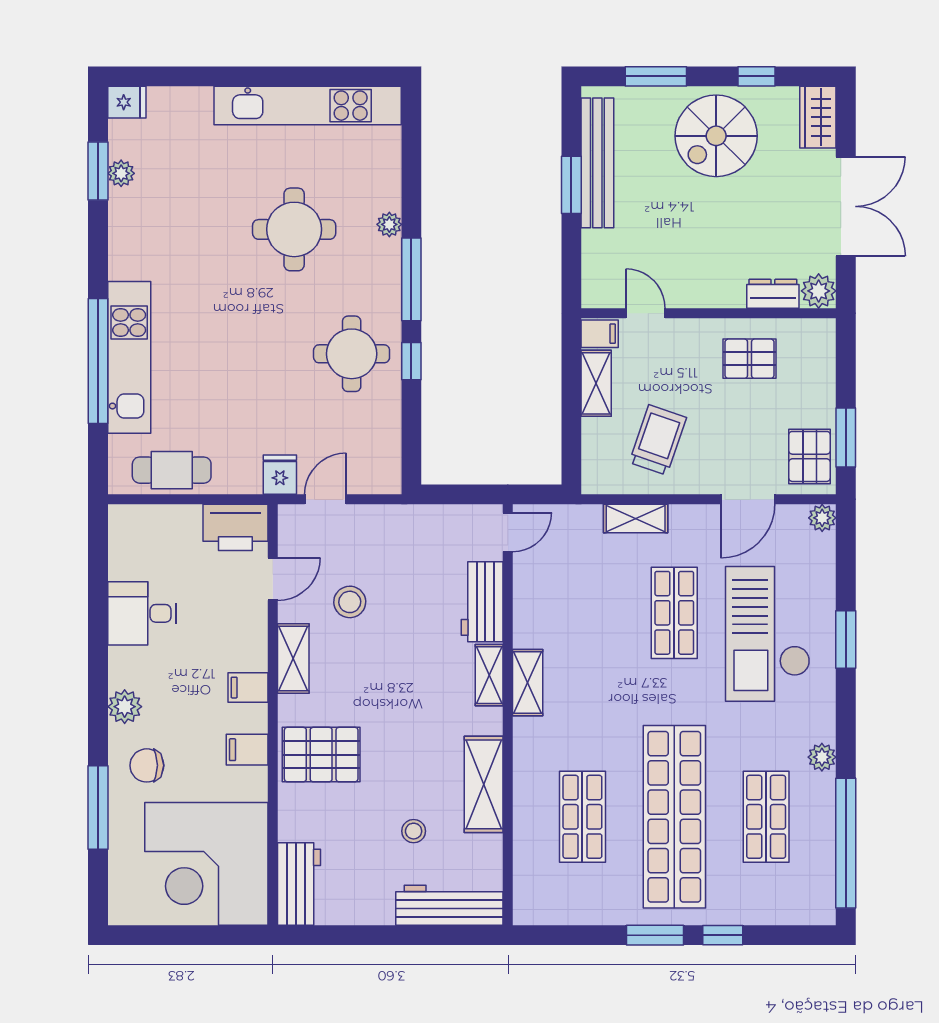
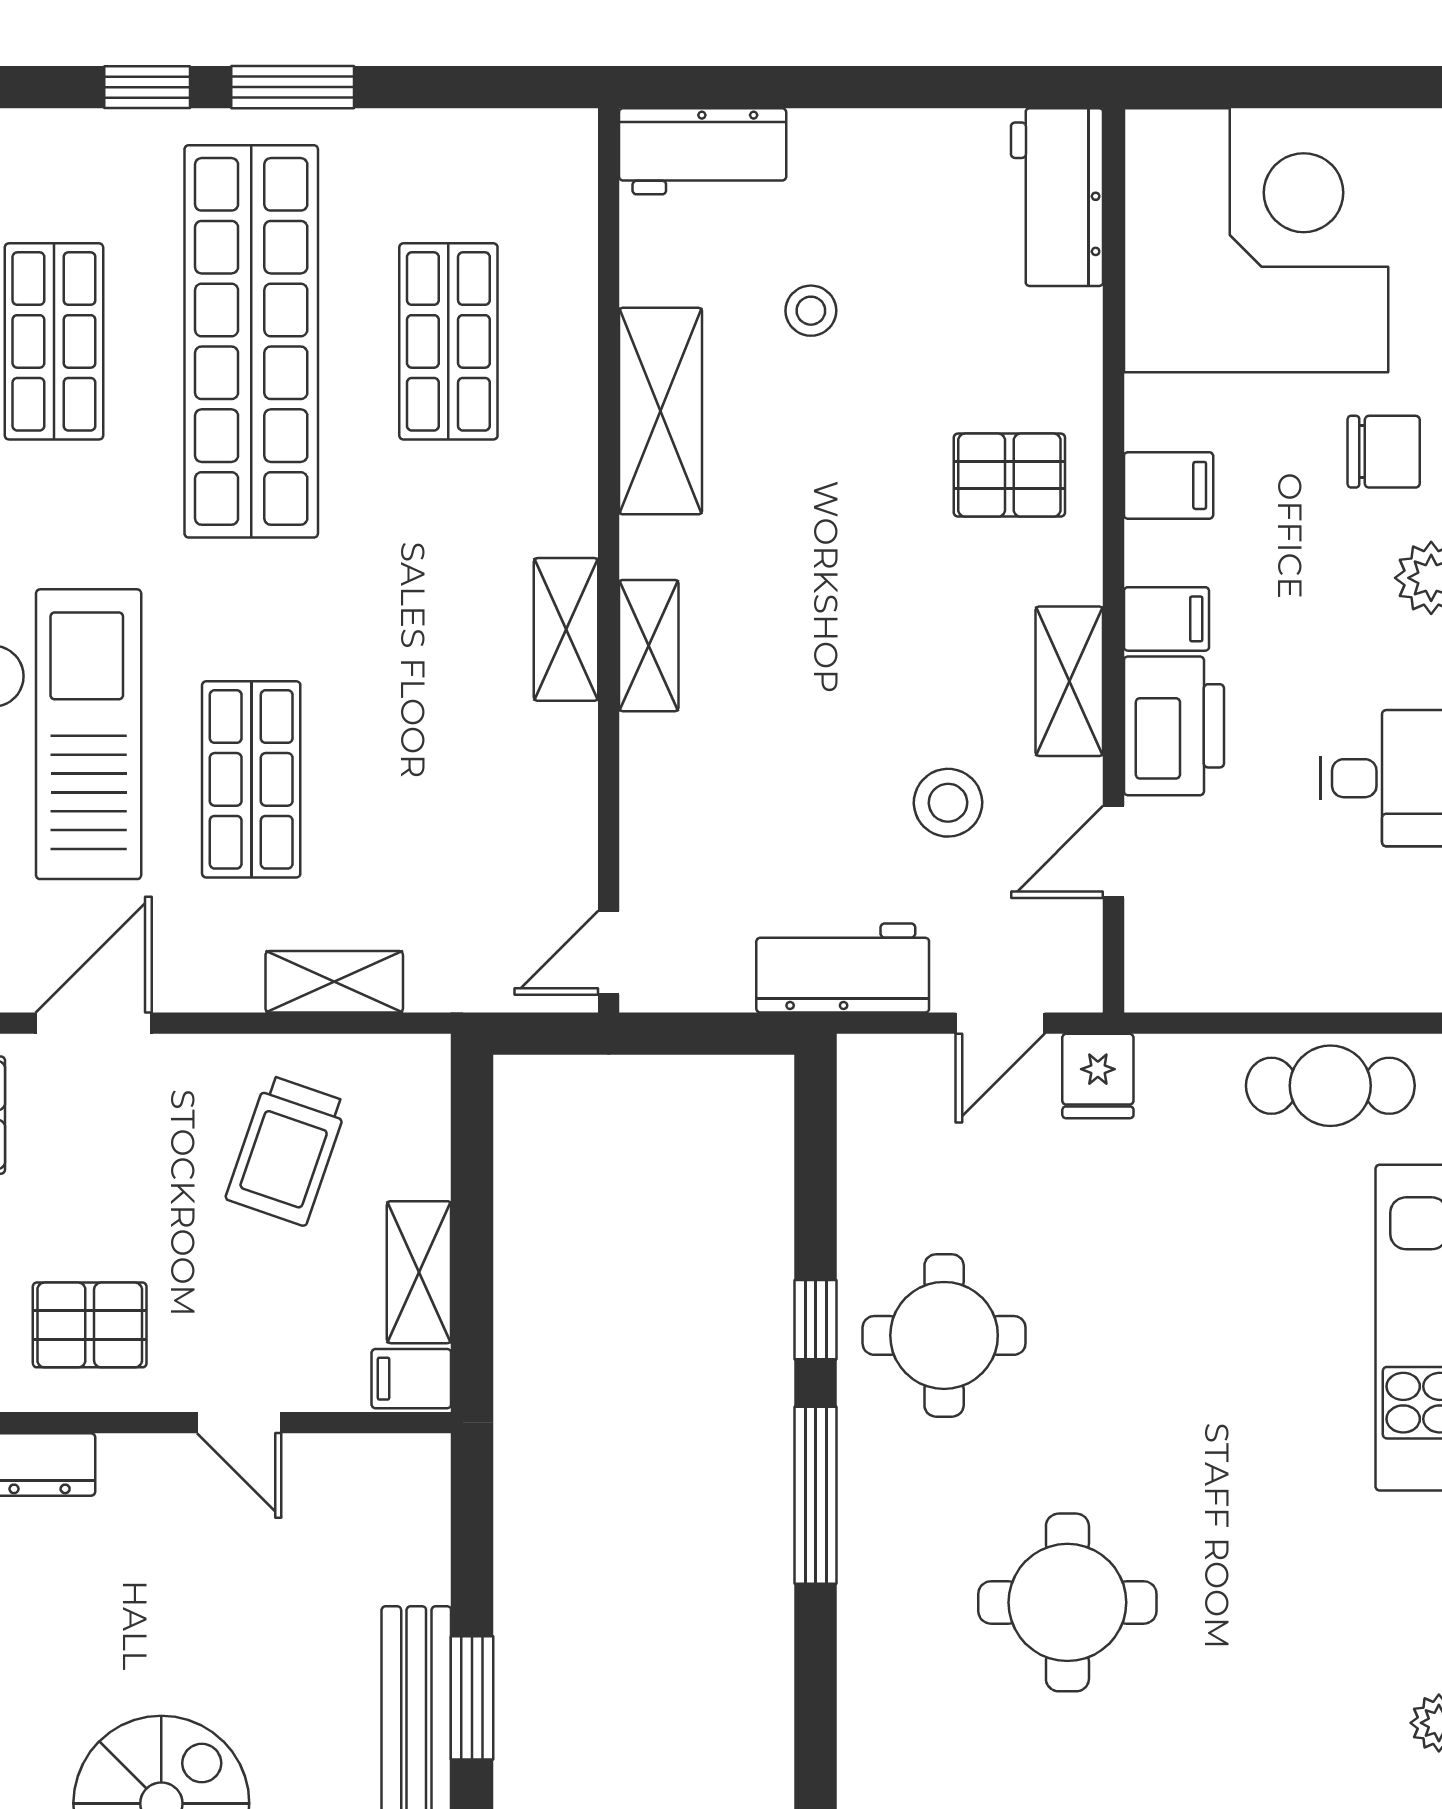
plant: (389, 224) -> (863, 1613), removed
door: (645, 313) -> (239, 1423), moved
printer: (235, 527) -> (1174, 726), moved, turned 90
workbench: (482, 602) -> (843, 968), moved, turned -90
pallet: (321, 755) -> (1009, 475), width x0.67, depth x0.71
workbench: (449, 905) -> (703, 151), width x0.73

